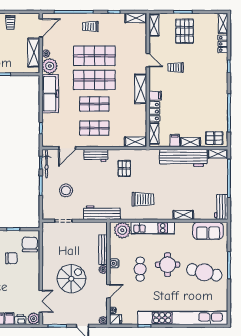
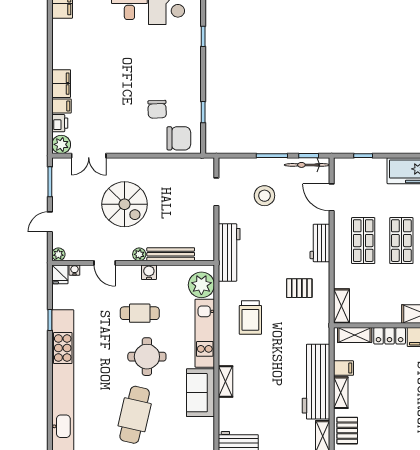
sofa: (208, 231) -> (200, 393), moved

